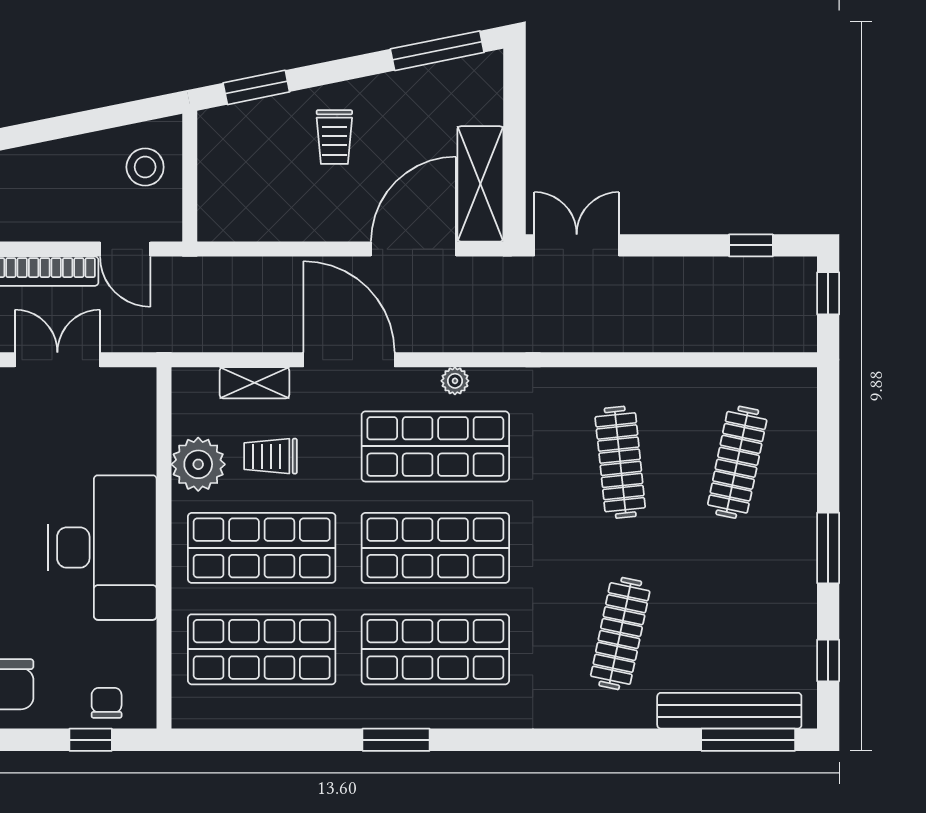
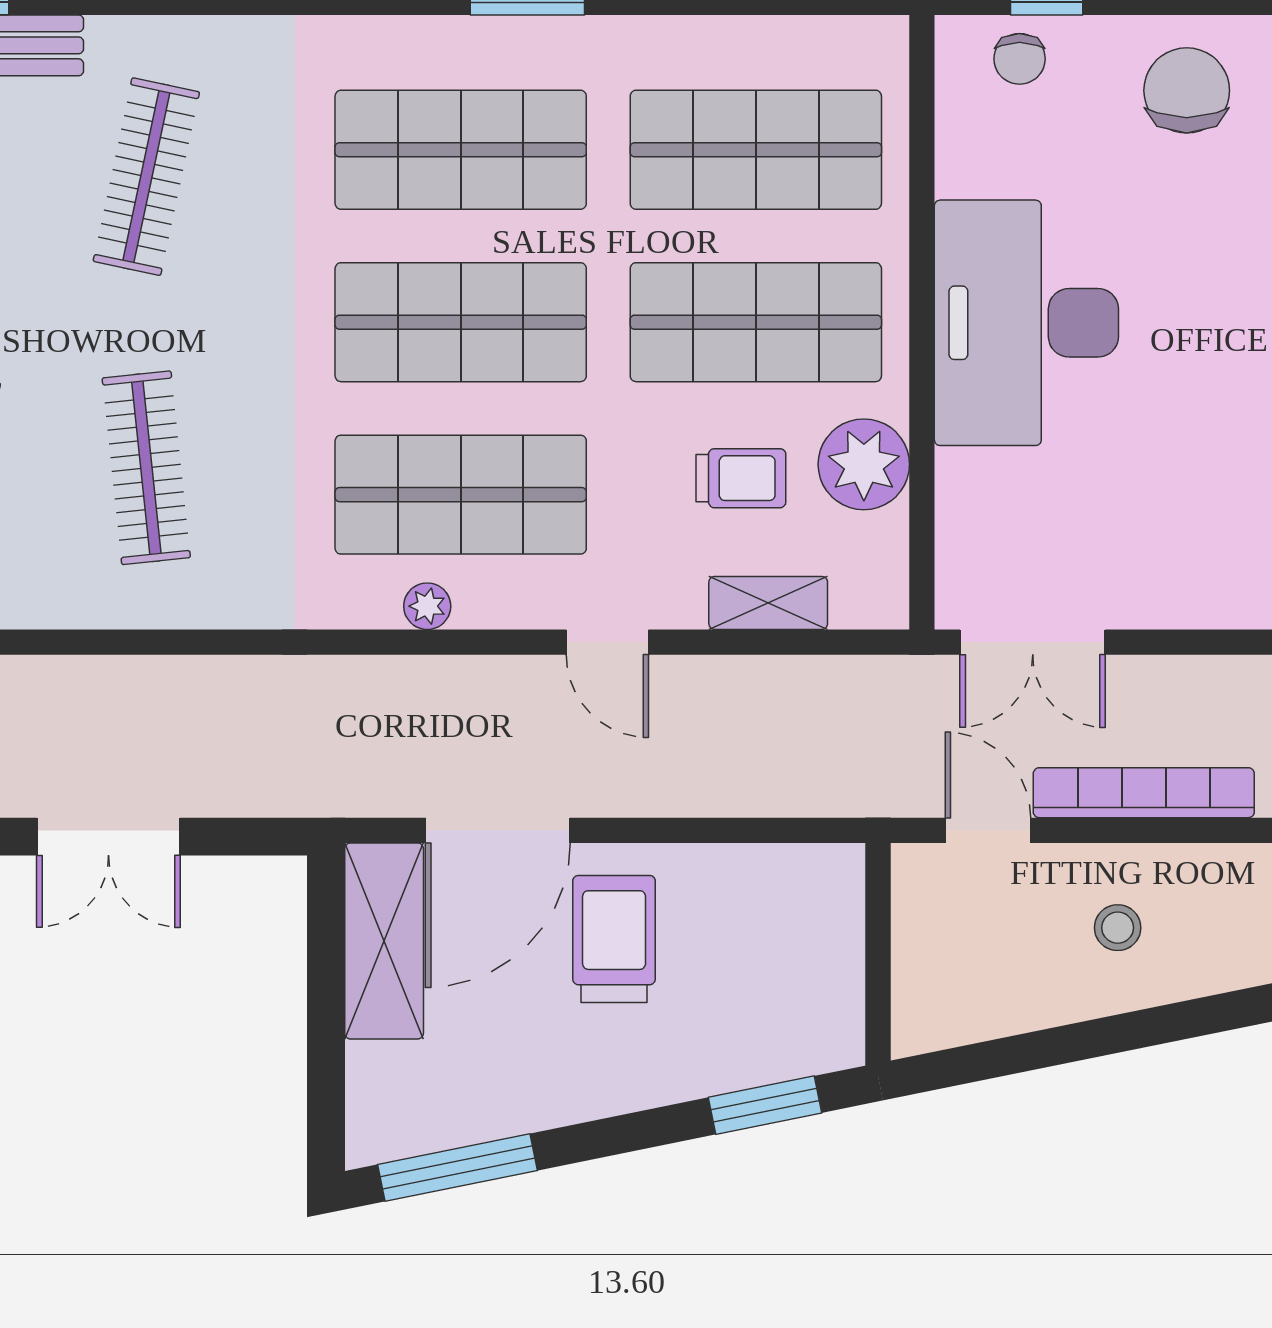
trolley: (334, 137) -> (614, 939), moved, width x1.36, depth x1.39
stool: (145, 167) -> (1118, 928), moved, width x0.73, depth x0.73
double door: (577, 245) -> (108, 837), moved
double door: (57, 360) -> (1033, 642), moved
door: (349, 360) -> (607, 642), width x0.53

